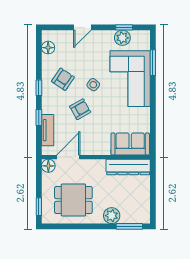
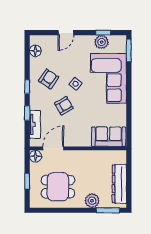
window: (153, 63) -> (129, 50), moved
dresser: (128, 167) -> (119, 184), moved, turned 90
window: (39, 207) -> (27, 181), moved

